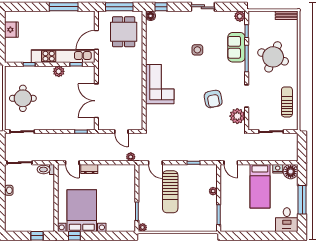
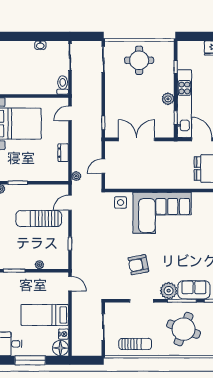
side table: (197, 50) -> (121, 203), moved
corner sofa: (160, 84) -> (162, 213), width x1.36, depth x1.36
plant: (237, 116) -> (169, 291), moved
door: (231, 163) -> (70, 284), swing flipped
dresser: (89, 169) -> (63, 153), moved

